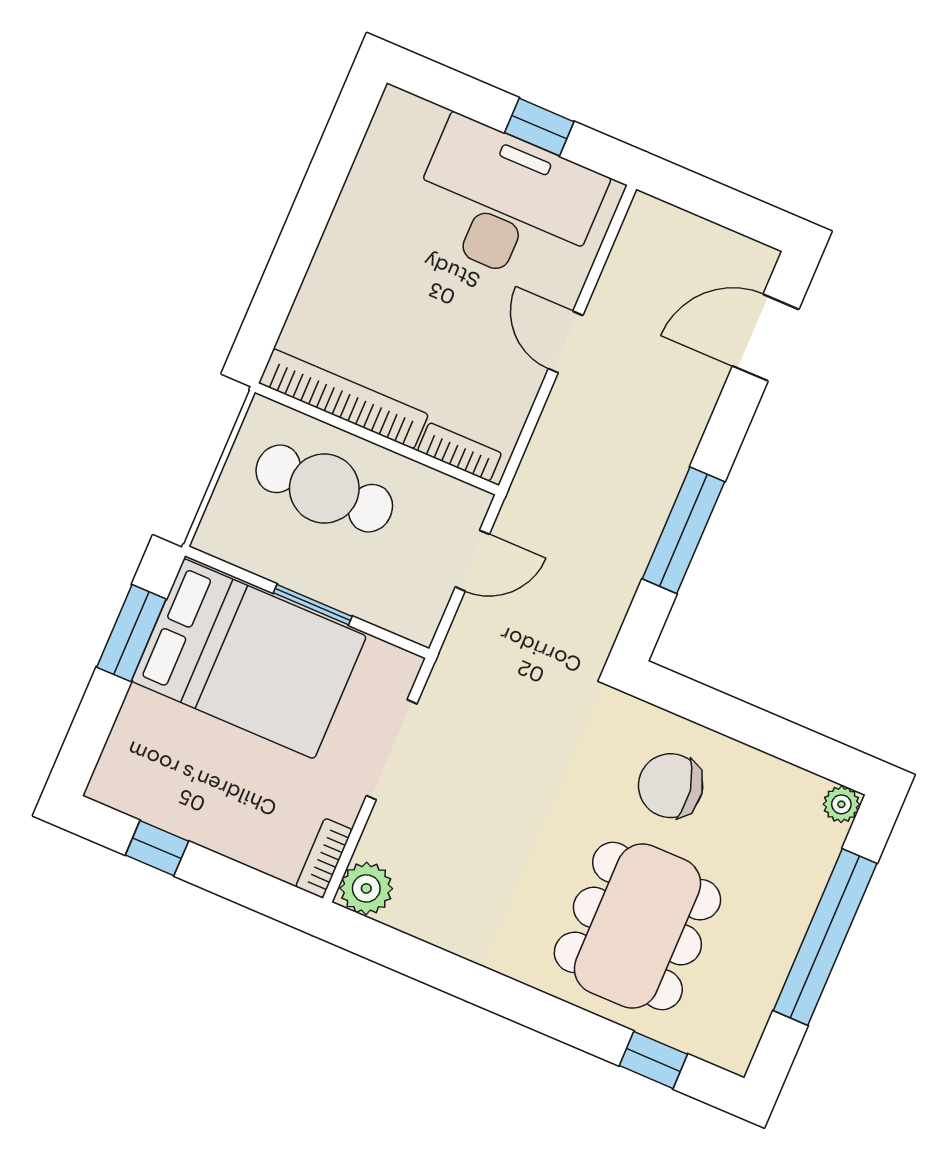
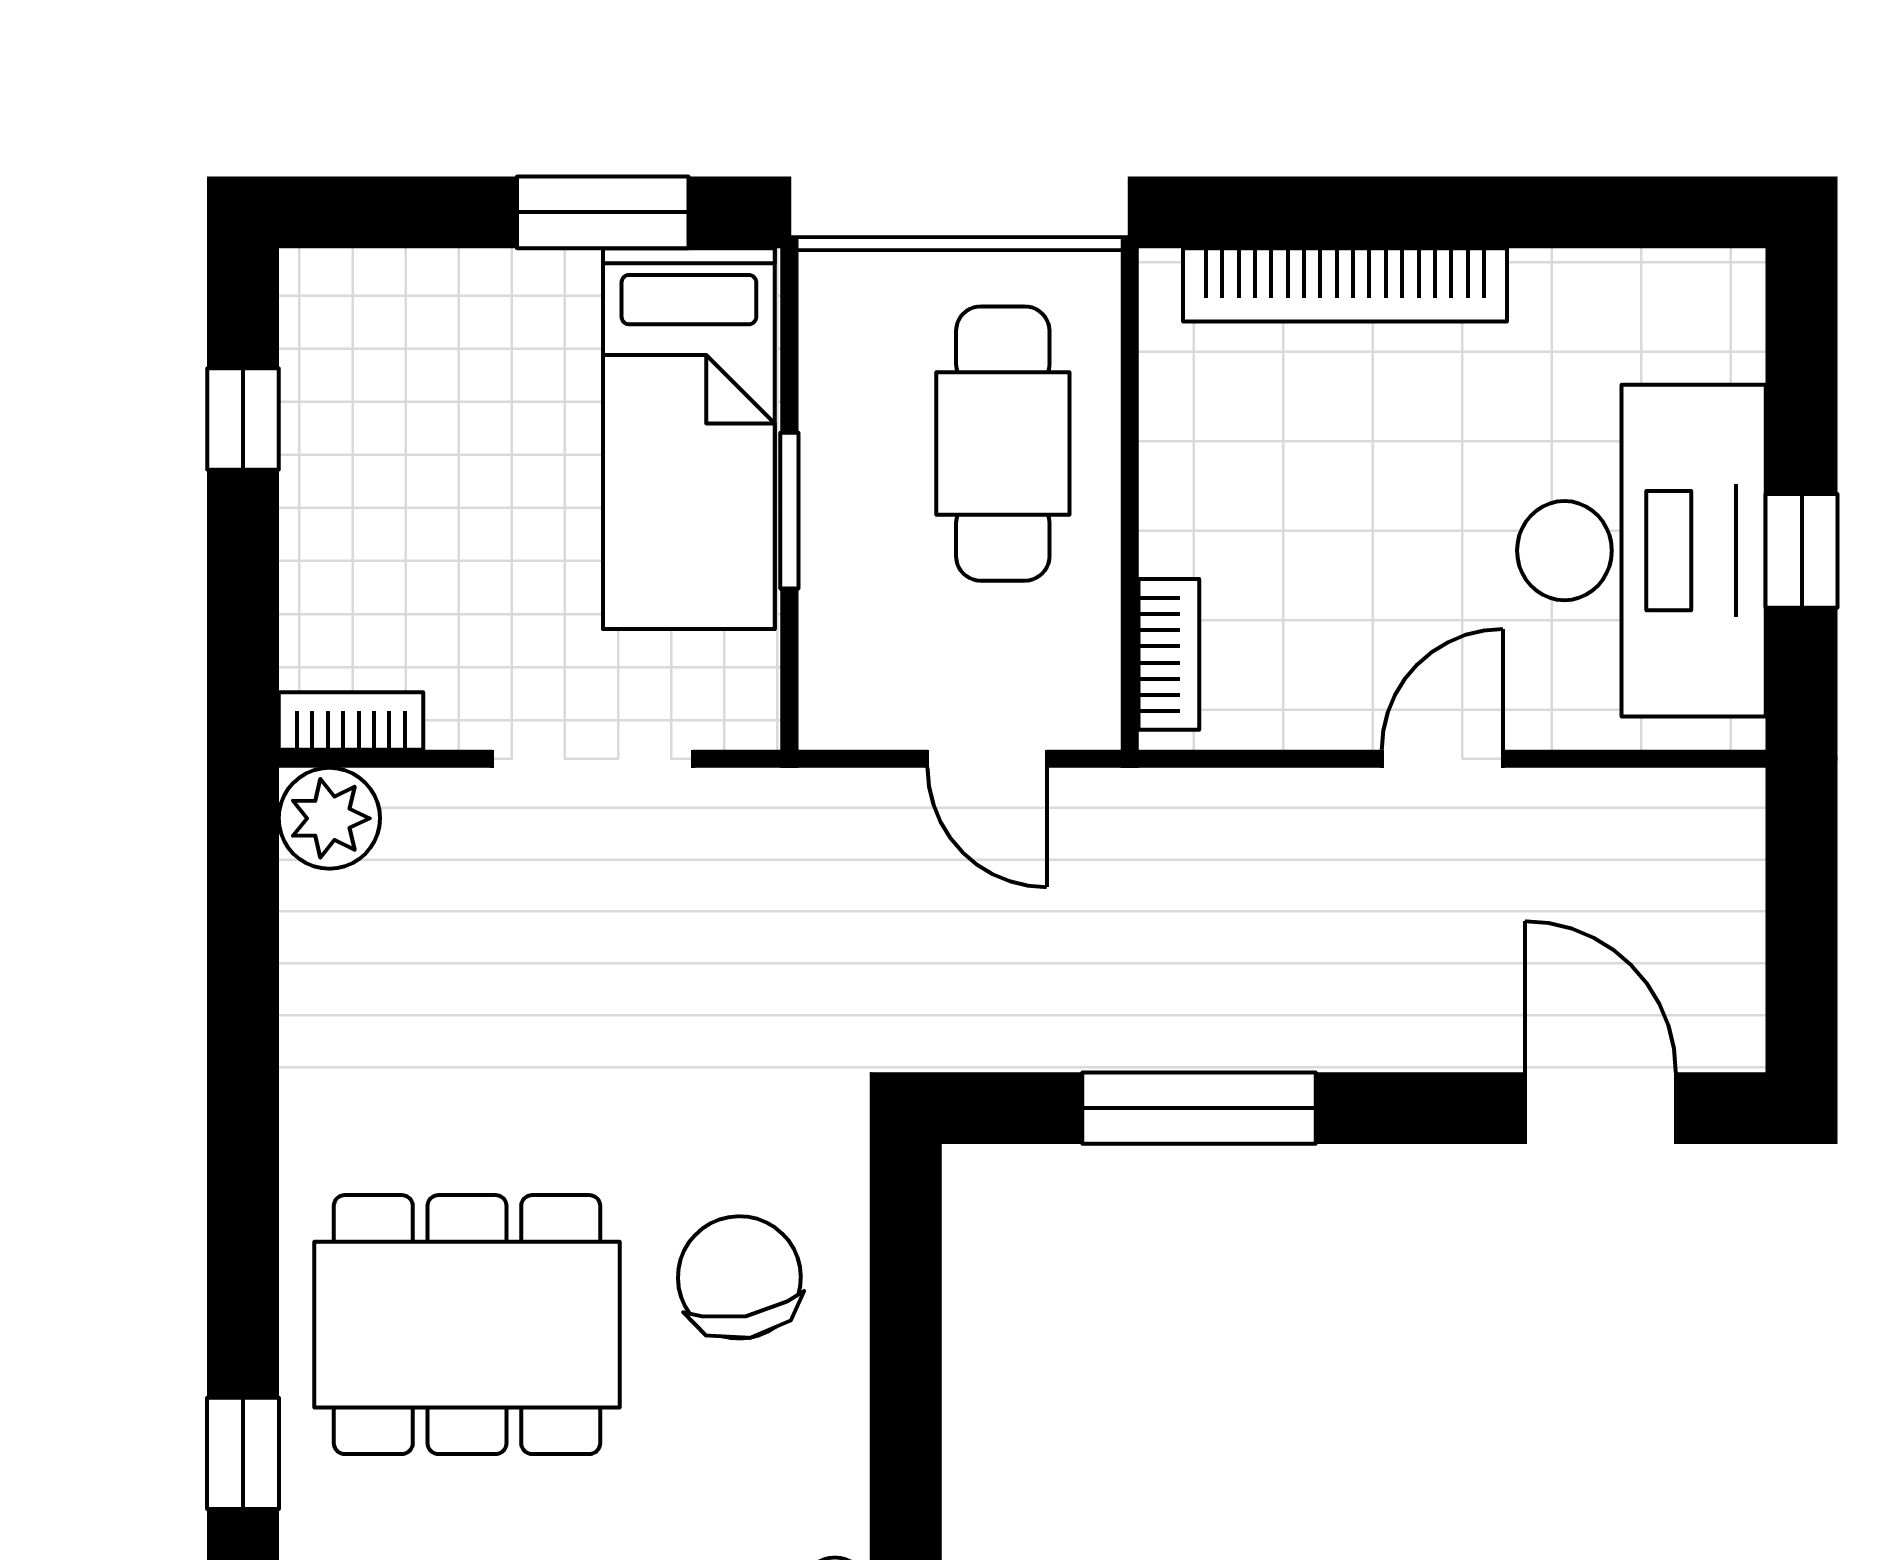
bookcase: (344, 399) -> (1345, 285), moved, turned 90
bed: (249, 659) -> (689, 439), width x0.67

